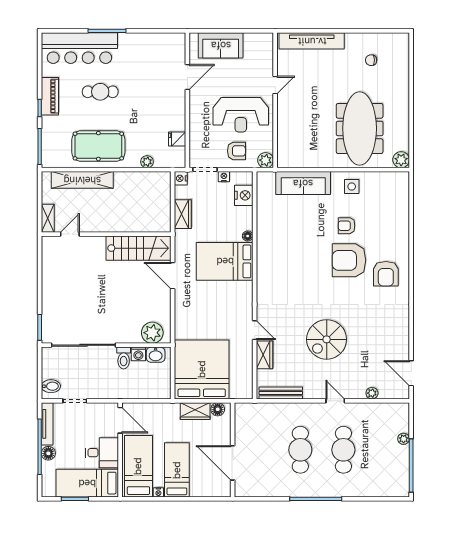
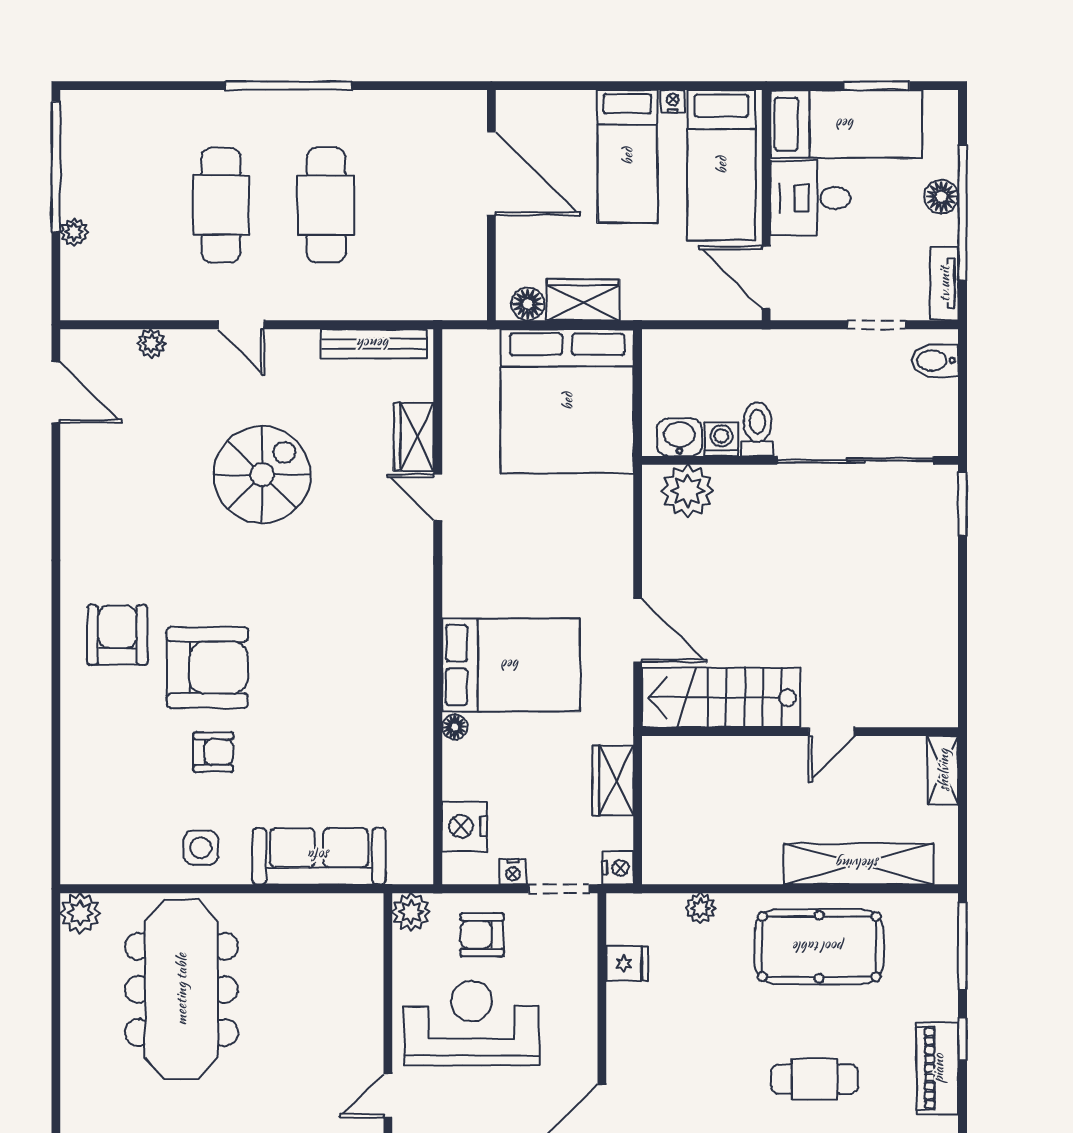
door: (70, 234) -> (832, 732), moved
tv unit: (47, 424) -> (944, 284), width x0.71

